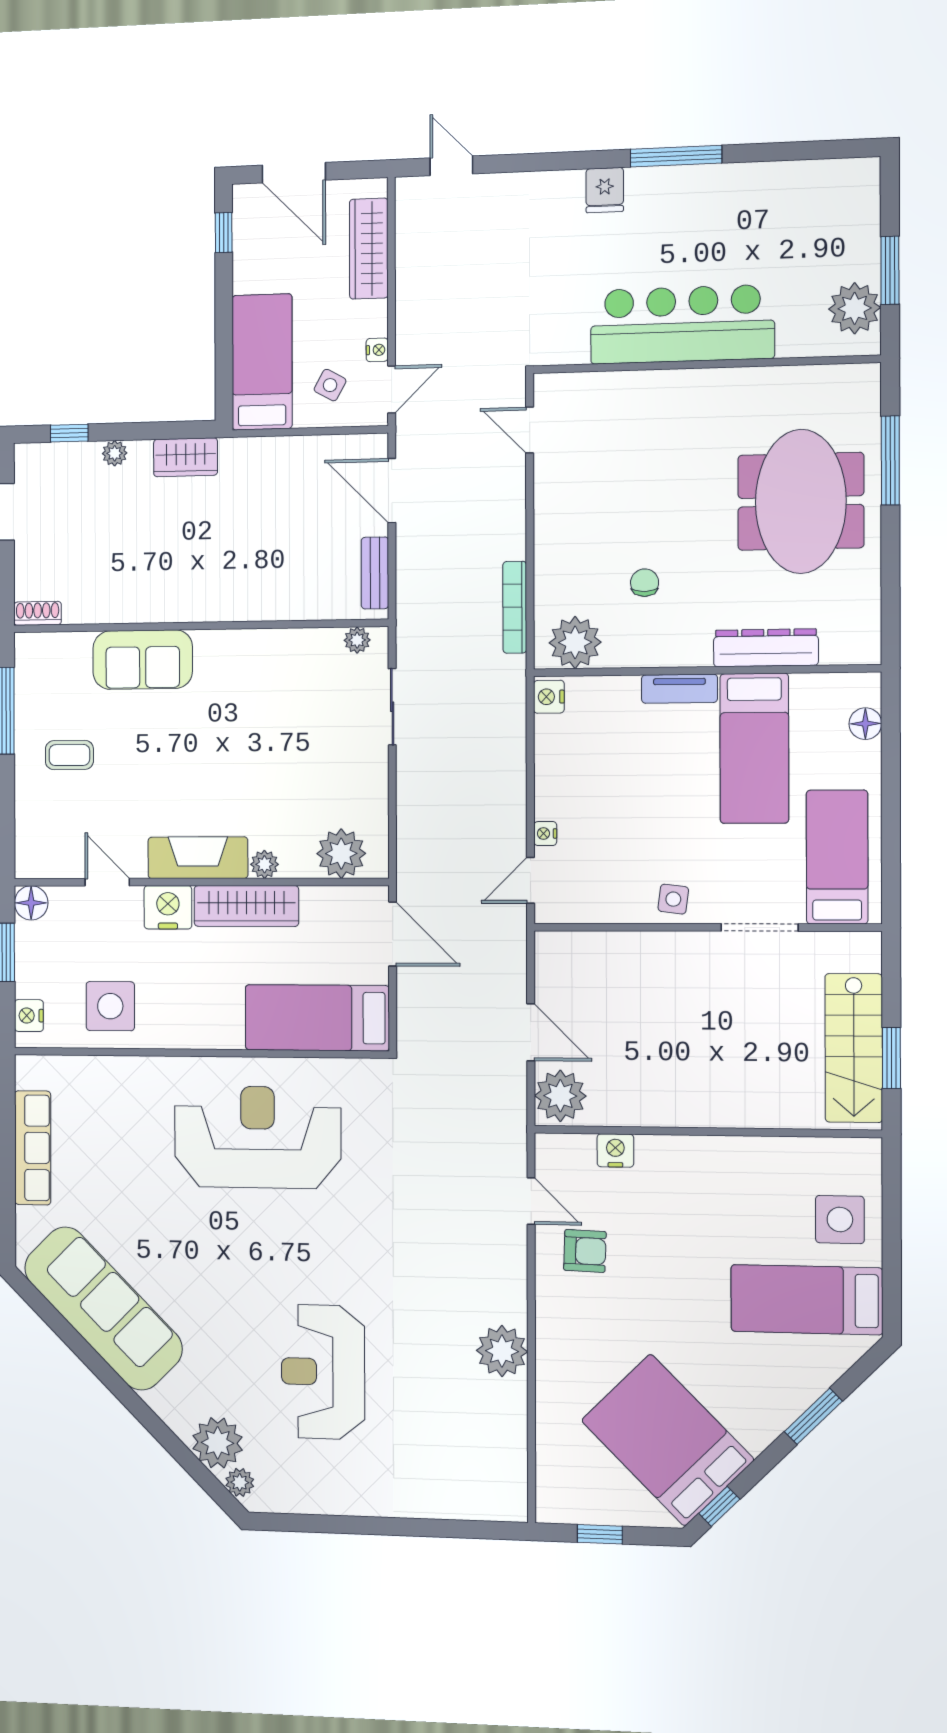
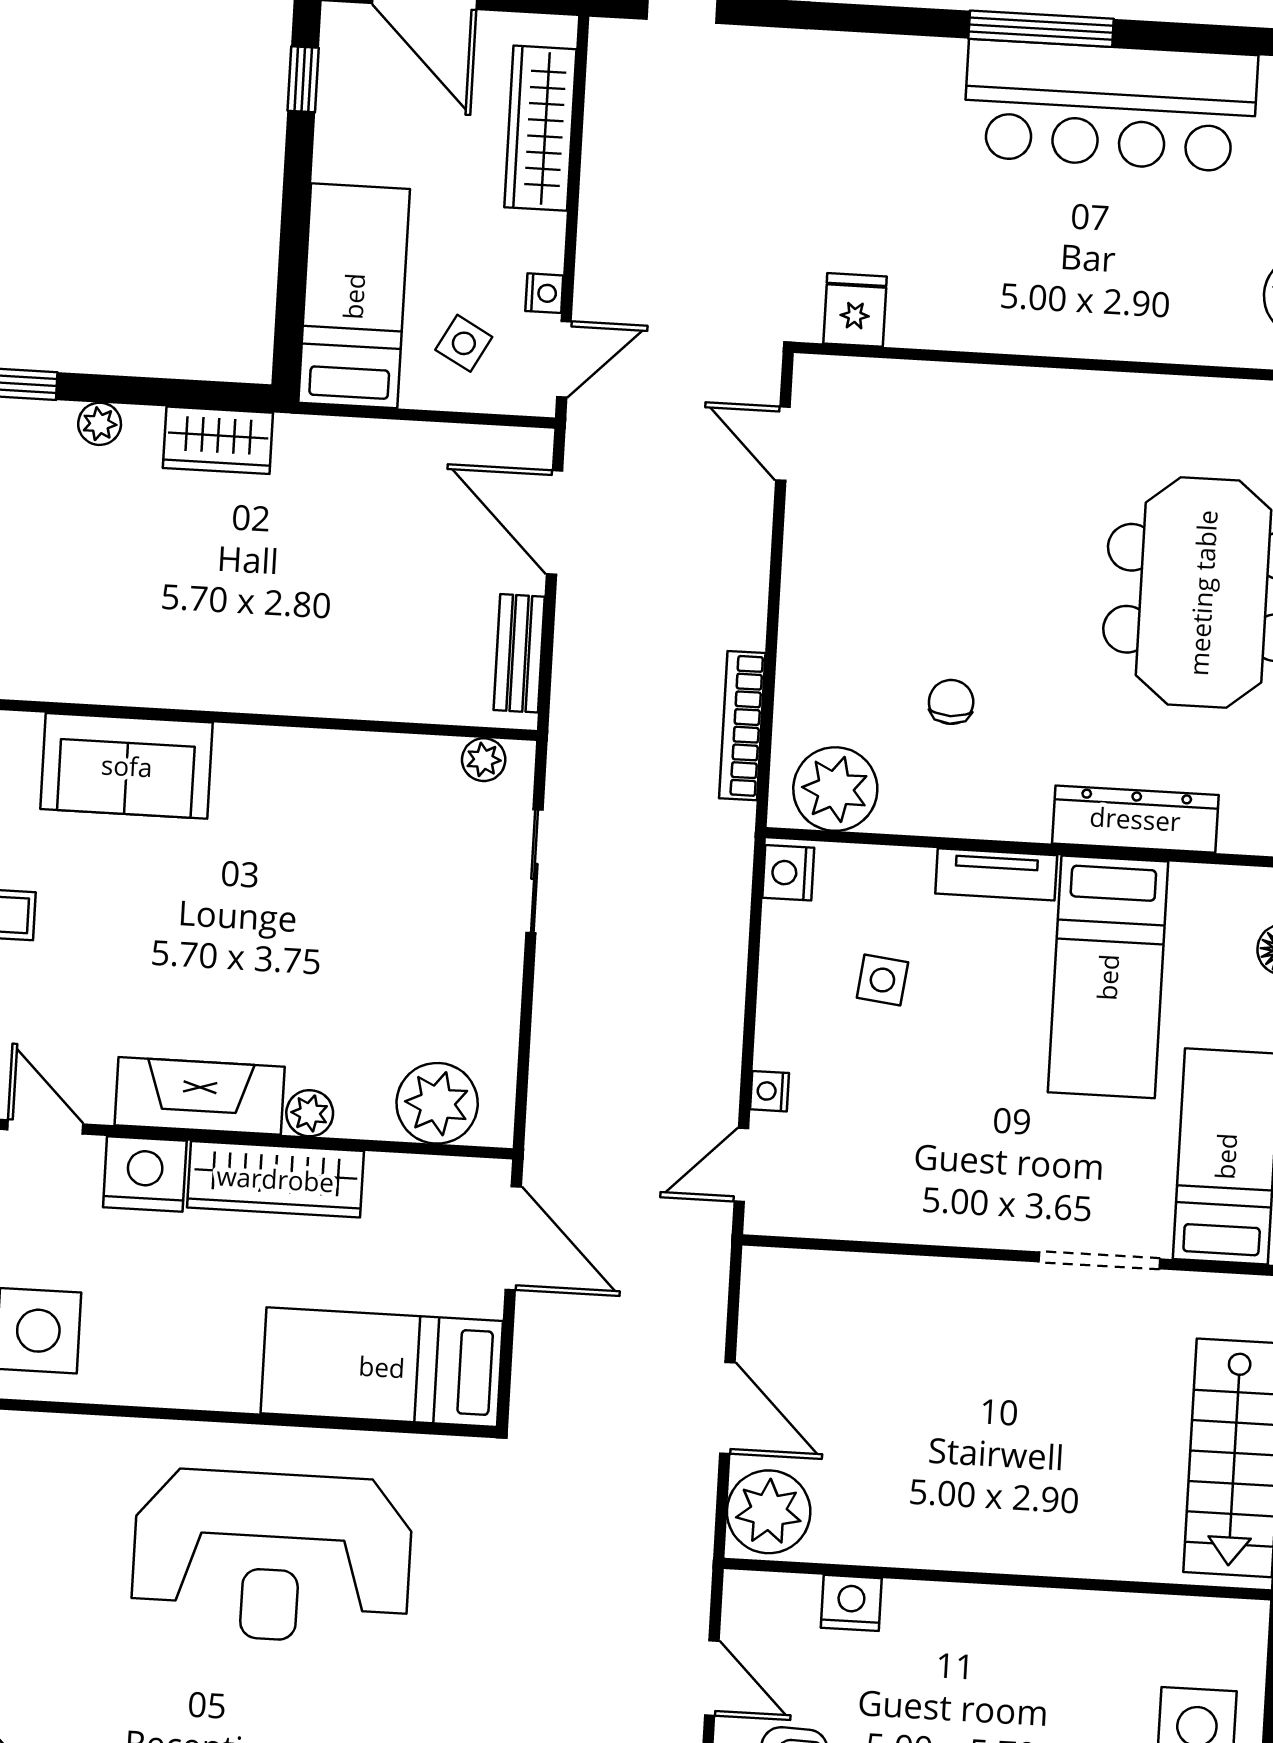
fridge: (605, 190) -> (855, 310), moved, turned 180
bar counter: (682, 324) -> (1110, 106), moved, turned 180
side table: (673, 899) -> (882, 980), moved
reception desk: (258, 1137) -> (272, 1556), turned 180

